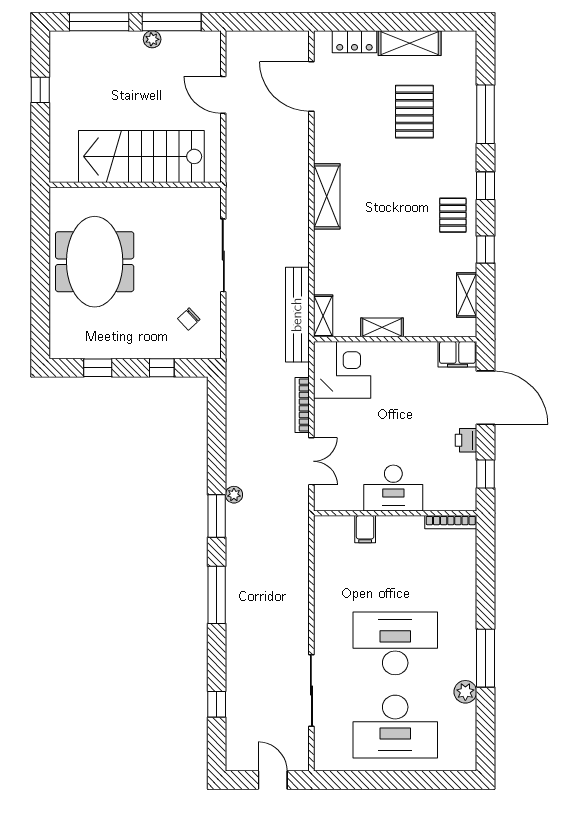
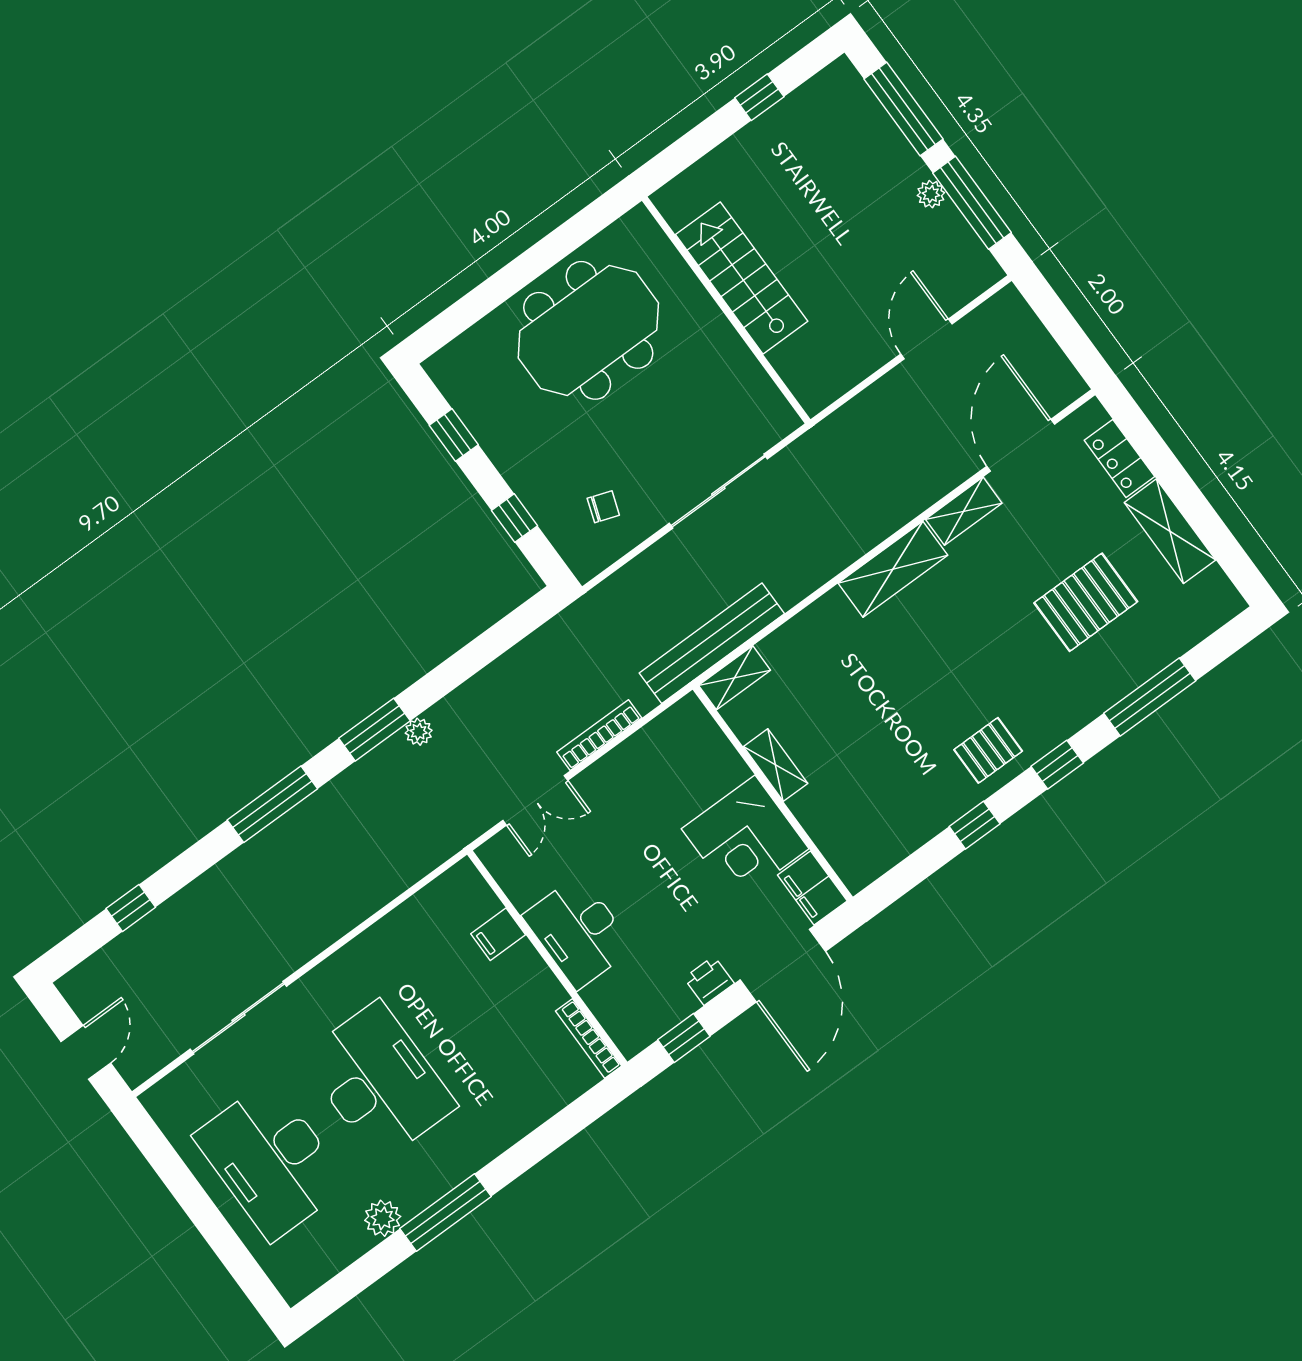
stairs: (141, 156) -> (742, 278), width x0.73, depth x0.66
shelving: (467, 295) -> (964, 511), moved
chair: (189, 319) -> (603, 507), turned 152
corner desk: (342, 370) -> (745, 839), moved, turned 90

